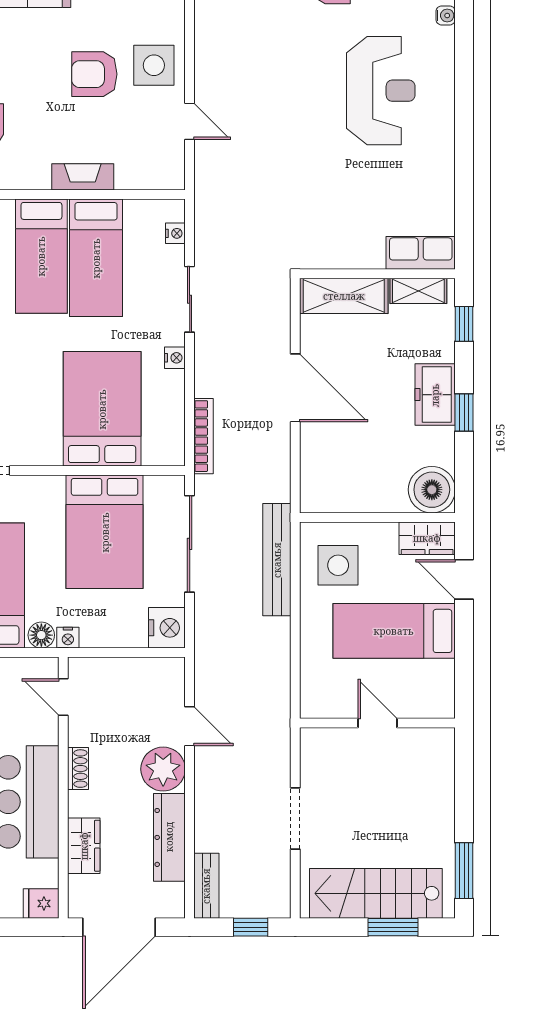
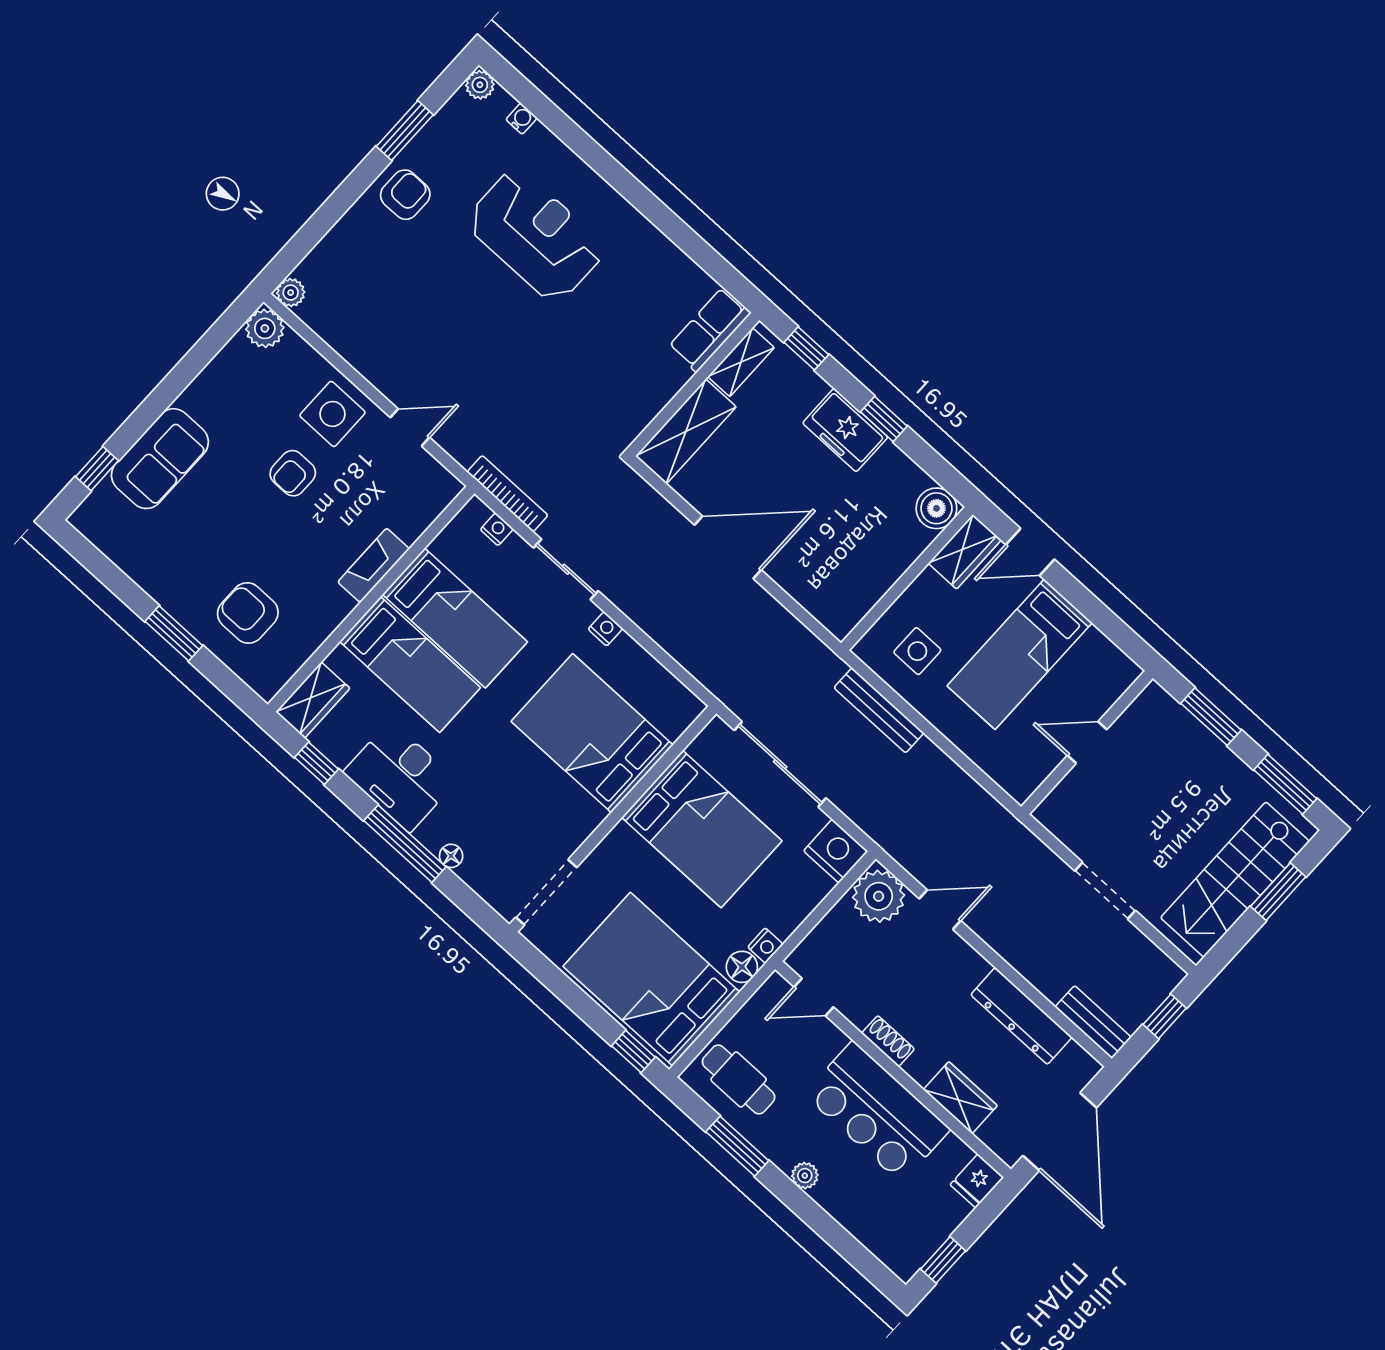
armchair: (94, 74) -> (293, 473), width x0.72, depth x0.72
bookcase: (204, 436) -> (508, 494), moved
boiler: (432, 490) -> (936, 508), width x0.73, depth x0.73
bench: (277, 560) -> (879, 710), width x0.73, depth x0.82
side table: (338, 565) -> (917, 651), width x0.73, depth x0.73
plant: (163, 769) -> (879, 896), moved
window: (464, 786) -> (1211, 717), added

